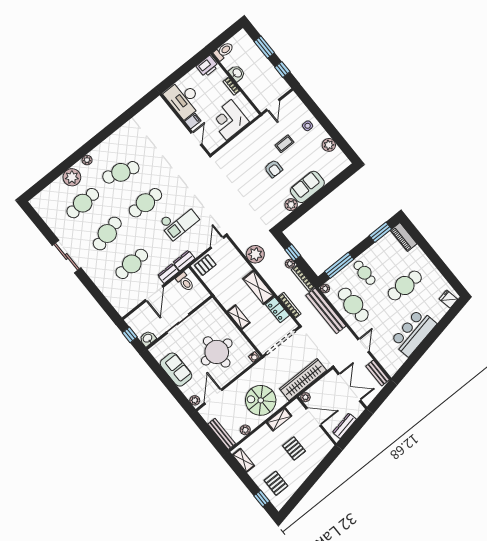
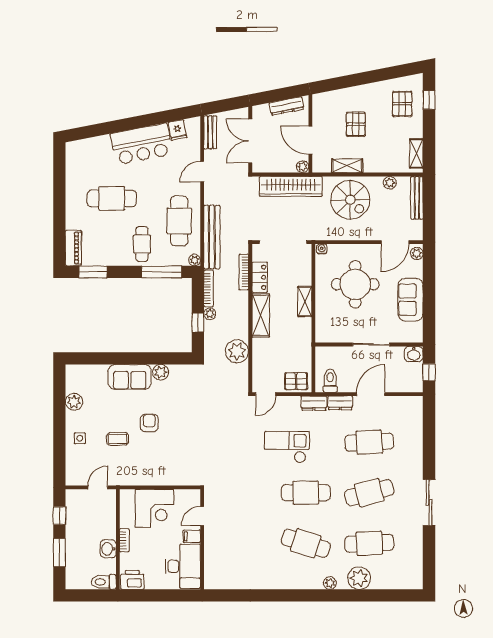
fridge: (448, 299) -> (177, 130), moved

